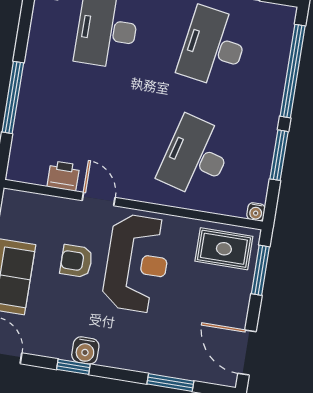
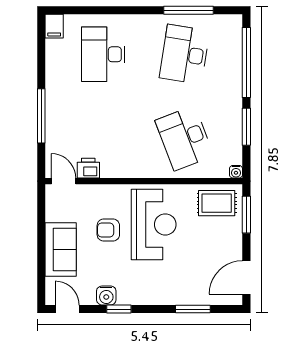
desk: (196, 157) -> (184, 138), turned -36
door: (99, 199) -> (64, 181), moved
water cooler: (85, 350) -> (106, 295), moved
door: (247, 353) -> (246, 277), hinge flipped

